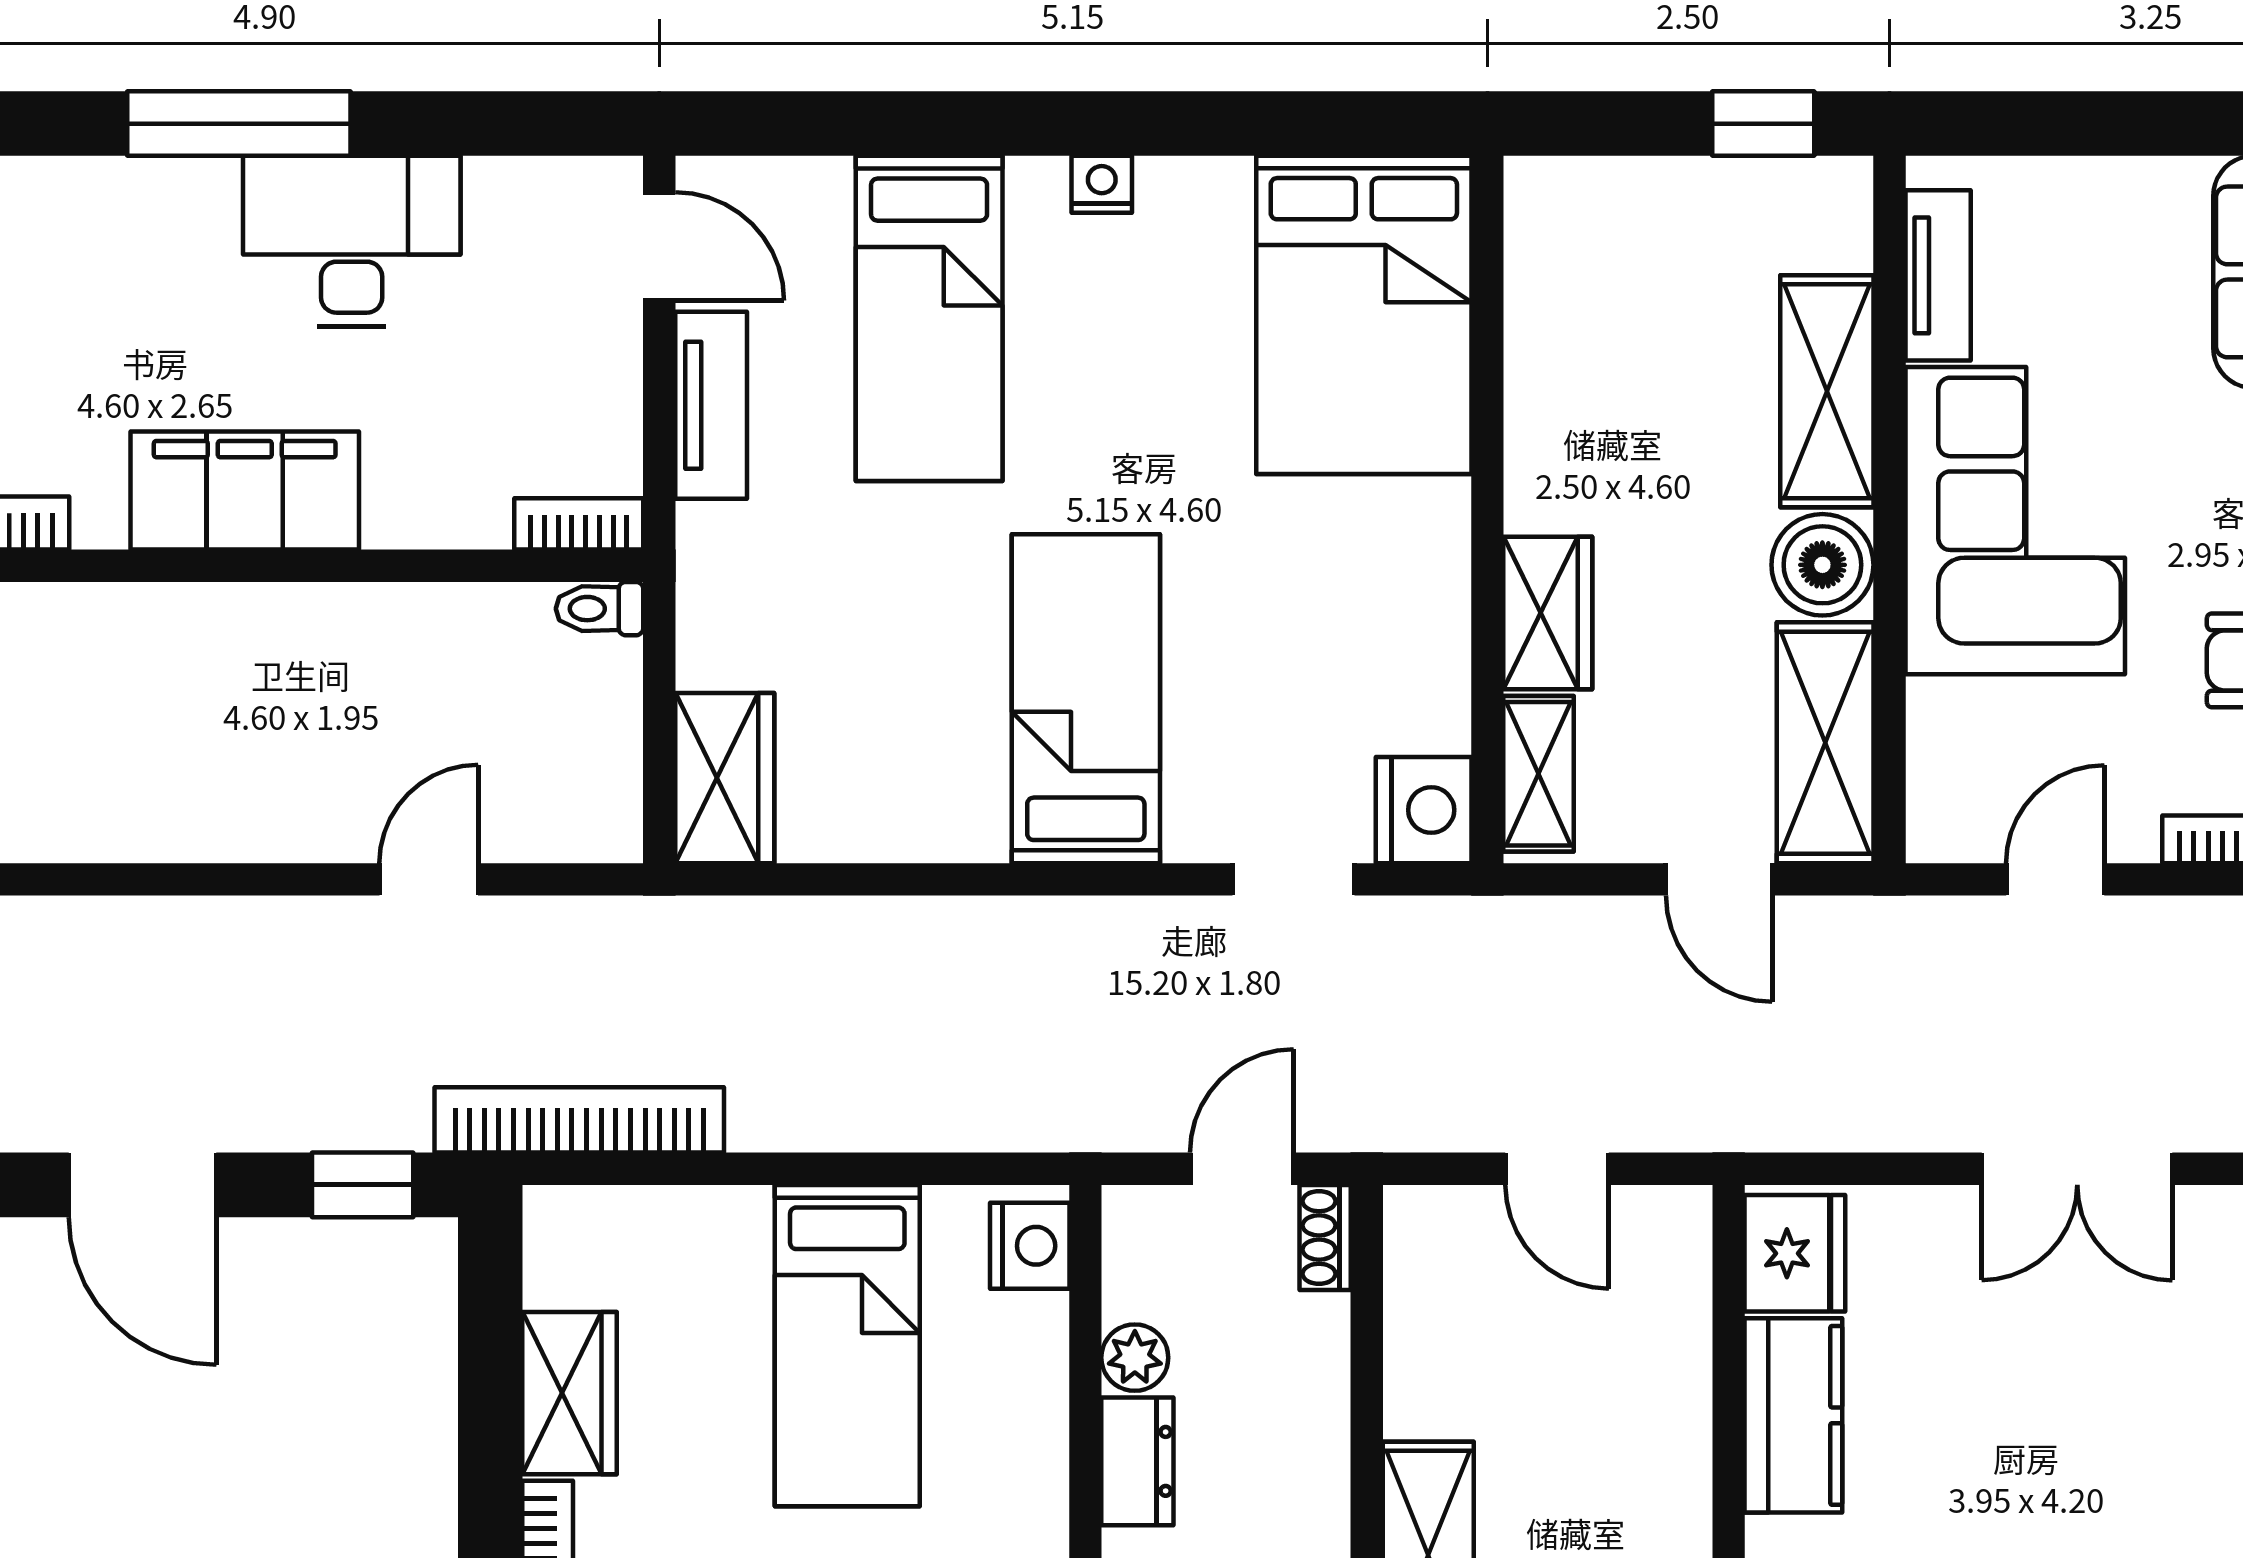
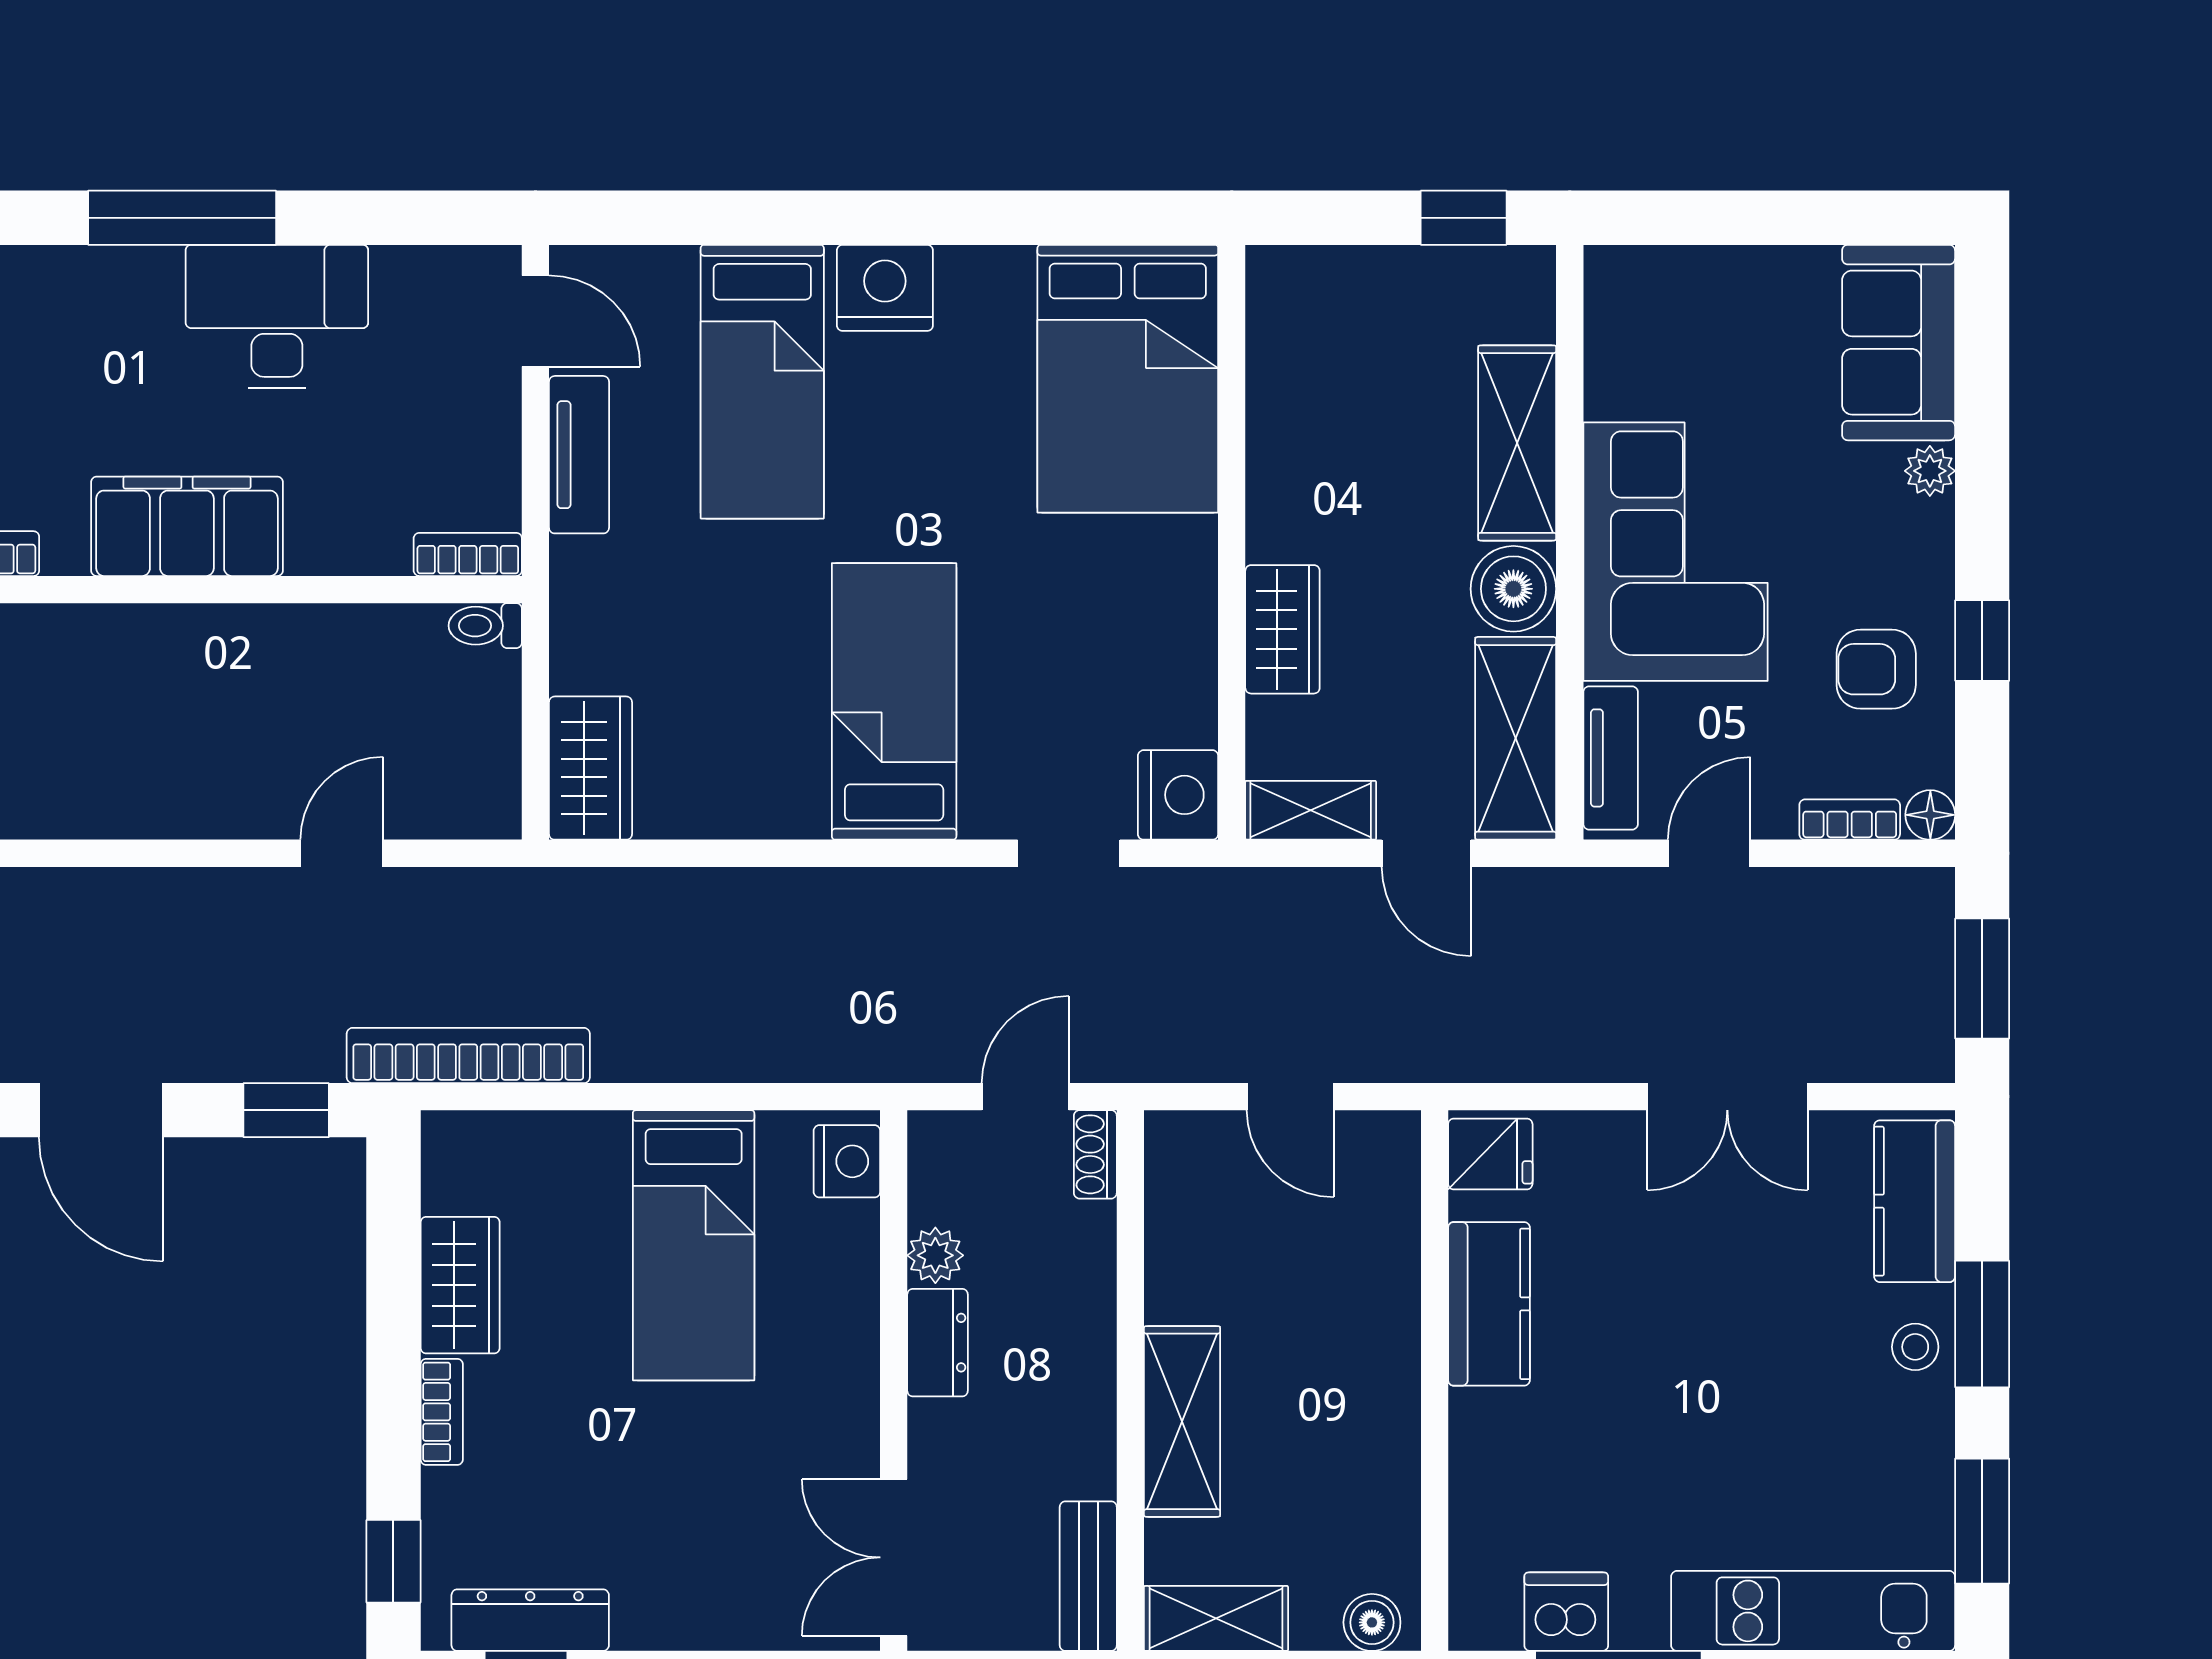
nightstand: (1102, 184) -> (885, 288), width x1.89, depth x1.79
tv unit: (1938, 275) -> (1611, 758), moved
shelving: (1539, 774) -> (1311, 810), moved, turned 90
fridge: (1795, 1253) -> (1490, 1154), width x0.72

